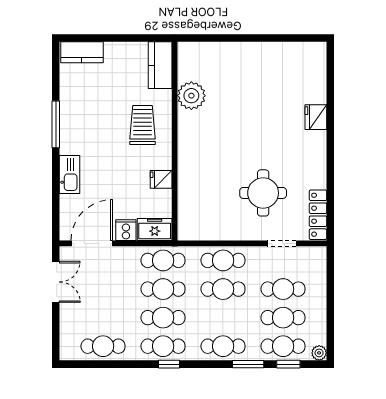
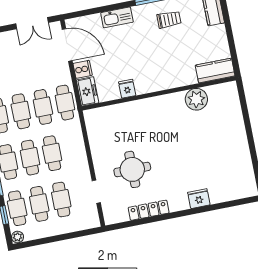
trolley: (142, 125) -> (169, 19), moved, width x0.73, depth x0.72
locker: (318, 215) -> (149, 210), moved
cafe table: (223, 260) -> (30, 158), moved

